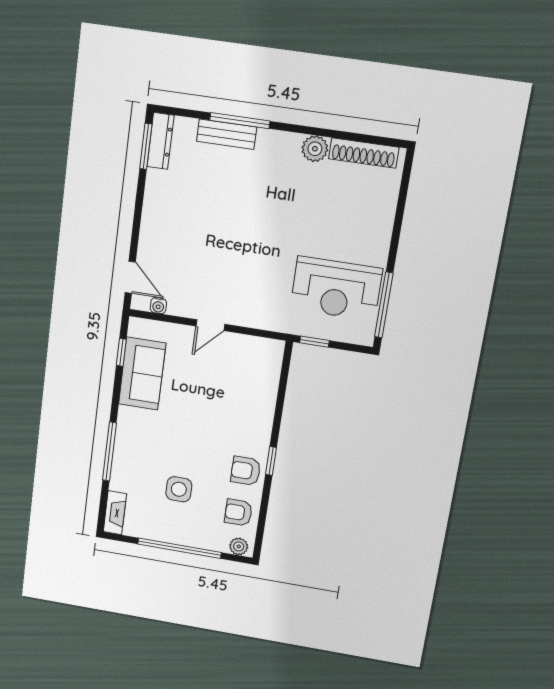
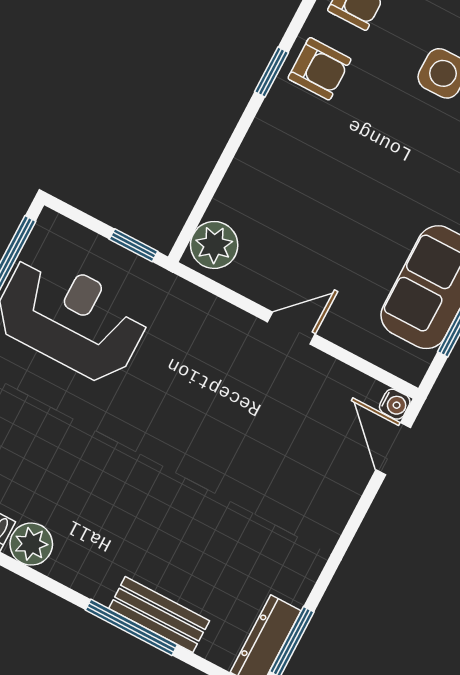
water cooler: (158, 306) -> (395, 404), moved, turned 90
plant: (269, 357) -> (214, 245), added

